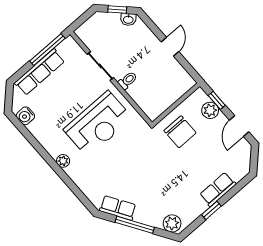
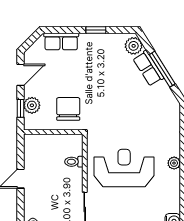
toilet: (128, 80) -> (74, 162), moved
row of seats: (218, 189) -> (61, 42), moved
row of seats: (118, 208) -> (148, 68), moved

